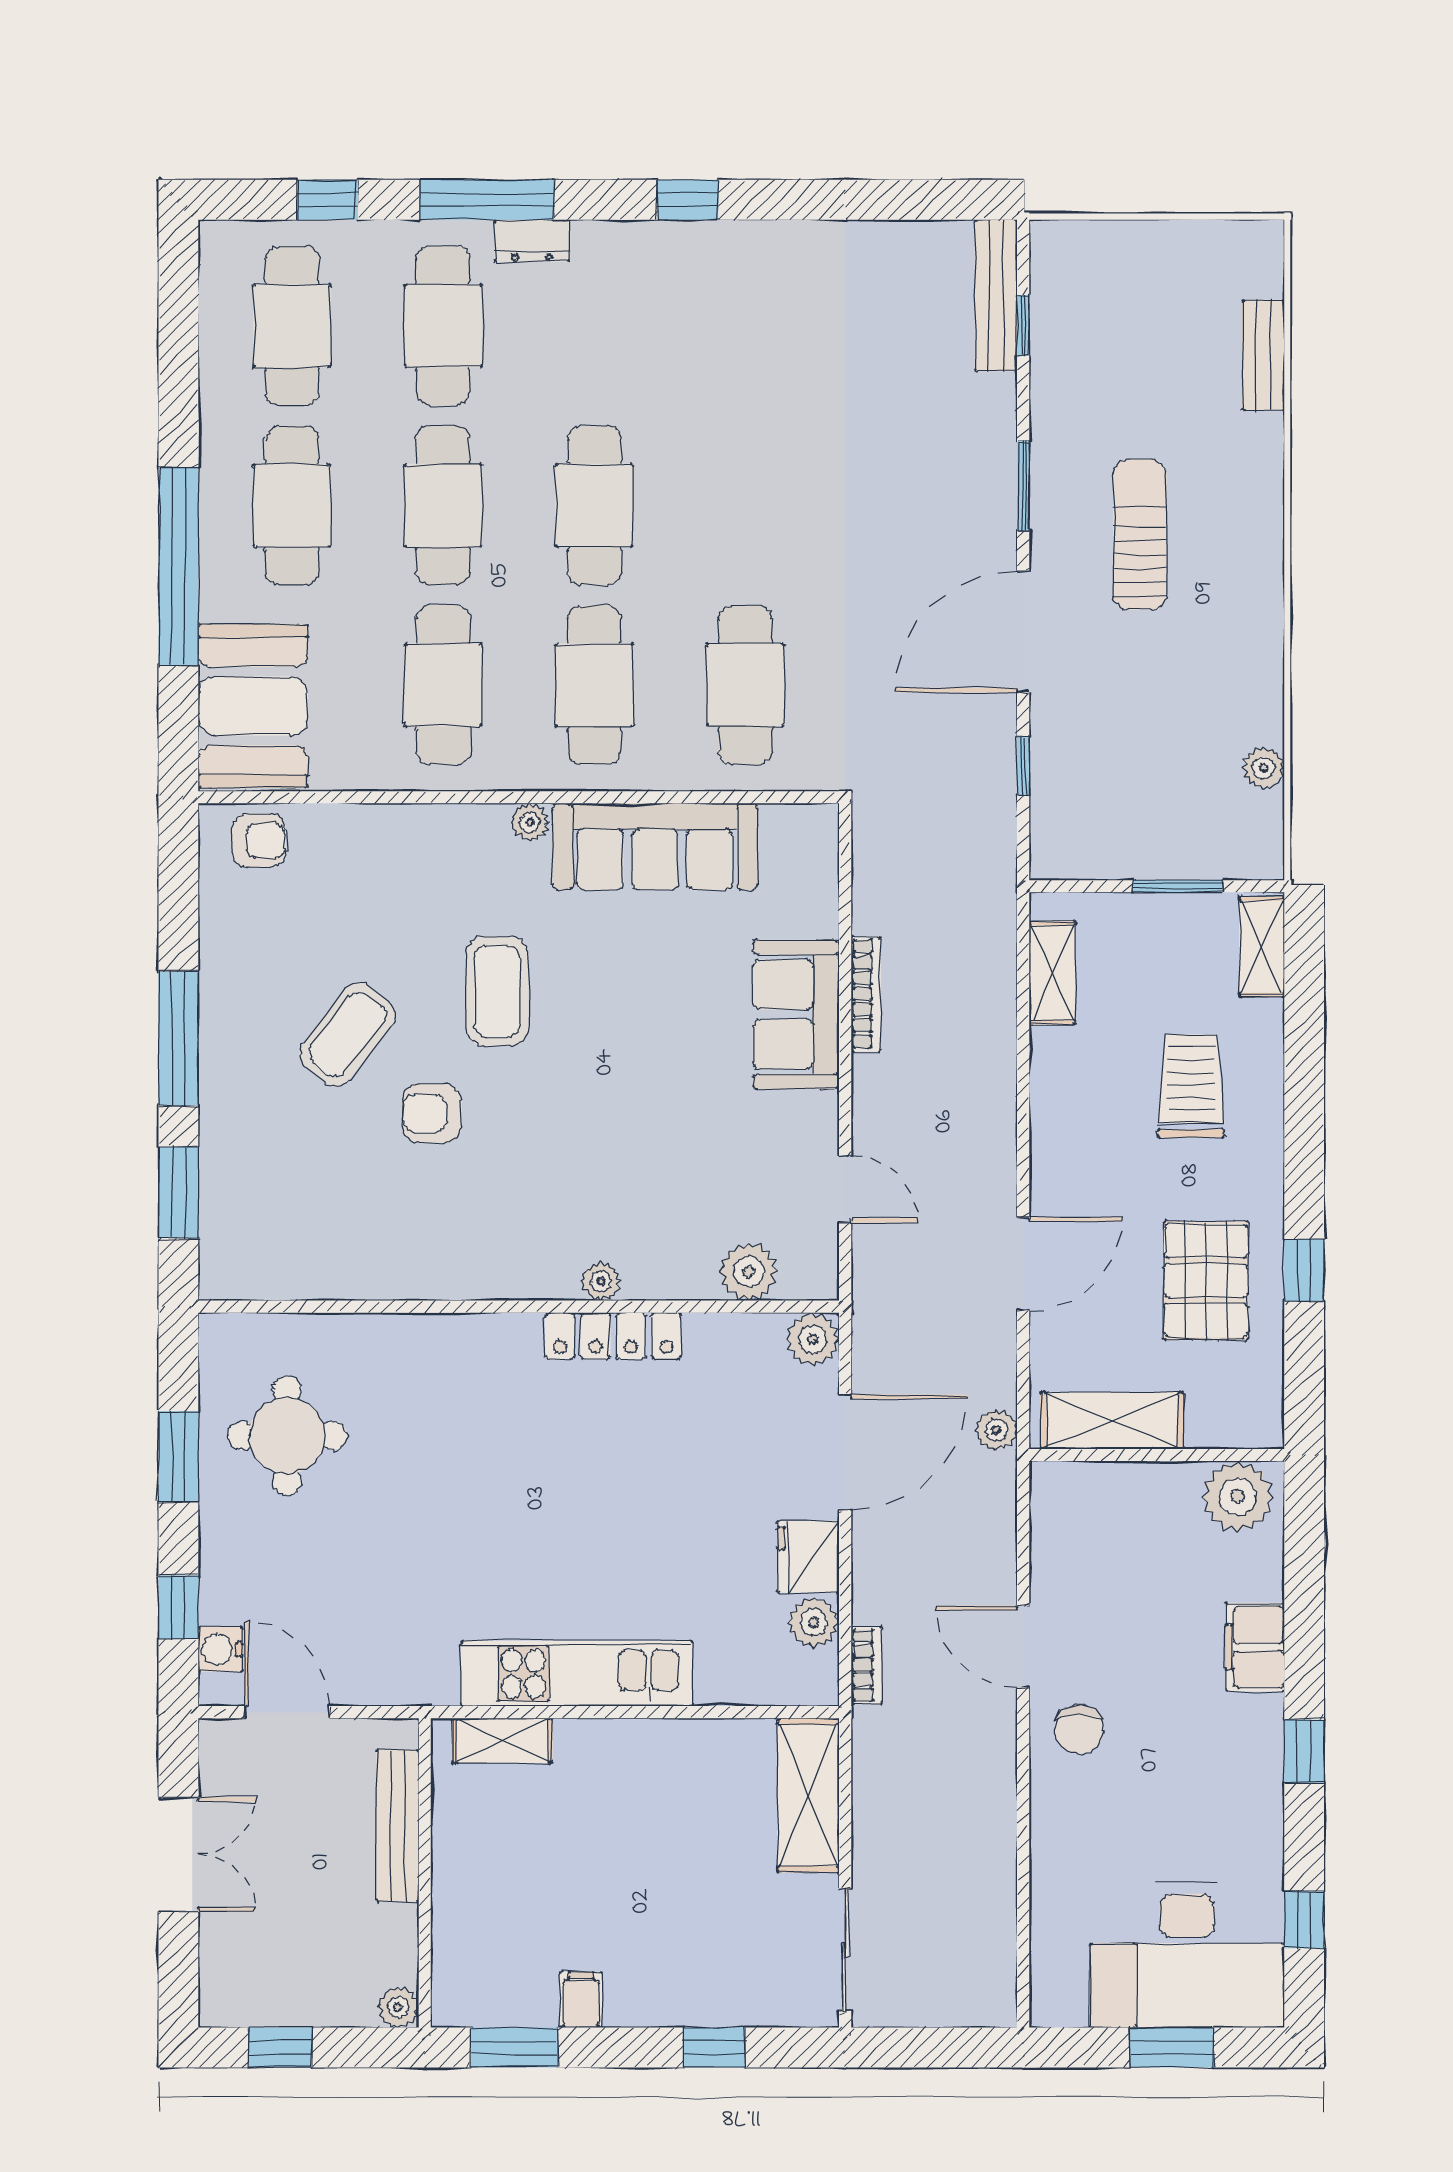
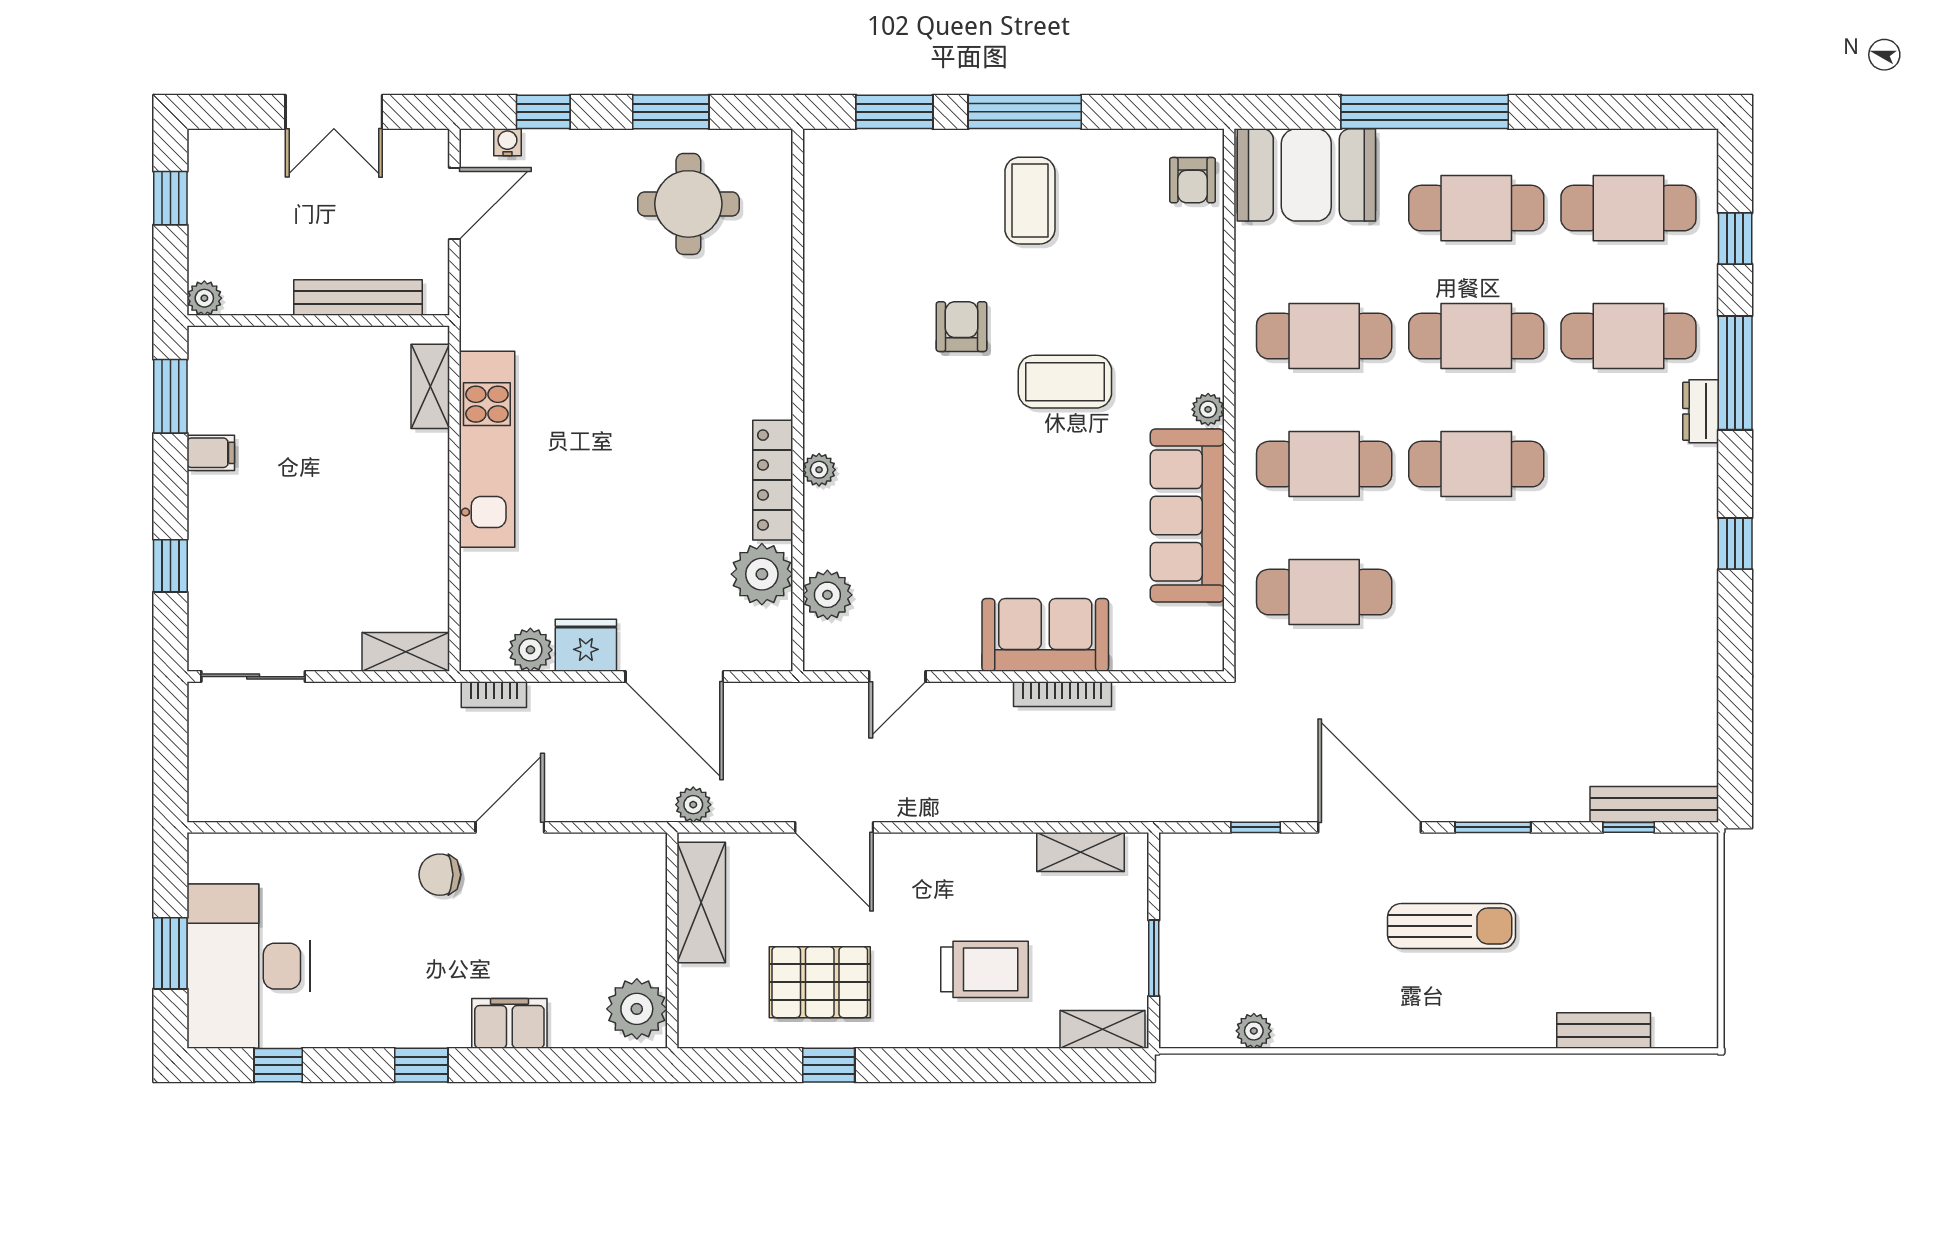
coffee table: (347, 1034) -> (1030, 201), moved, turned 52
plant: (813, 1339) -> (762, 574), moved, width x1.36, depth x1.36
water cooler: (221, 1649) -> (507, 142), width x0.72, depth x0.72
shelving: (808, 1795) -> (406, 652), width x0.67, depth x0.75

